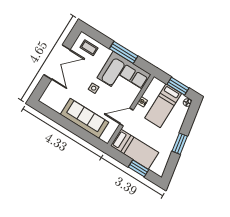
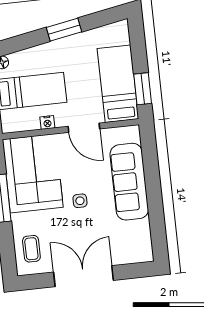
window: (139, 168) -> (143, 89), moved

